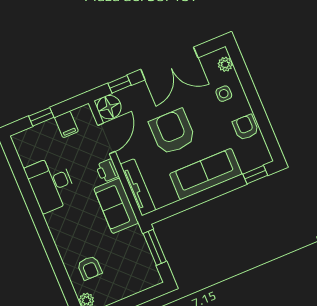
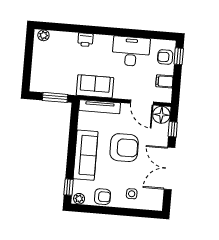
plant: (225, 64) -> (79, 199), moved
window: (41, 117) -> (179, 56), moved
printer: (107, 171) -> (85, 40), moved, turned 180
armchair: (90, 268) -> (165, 57), moved

